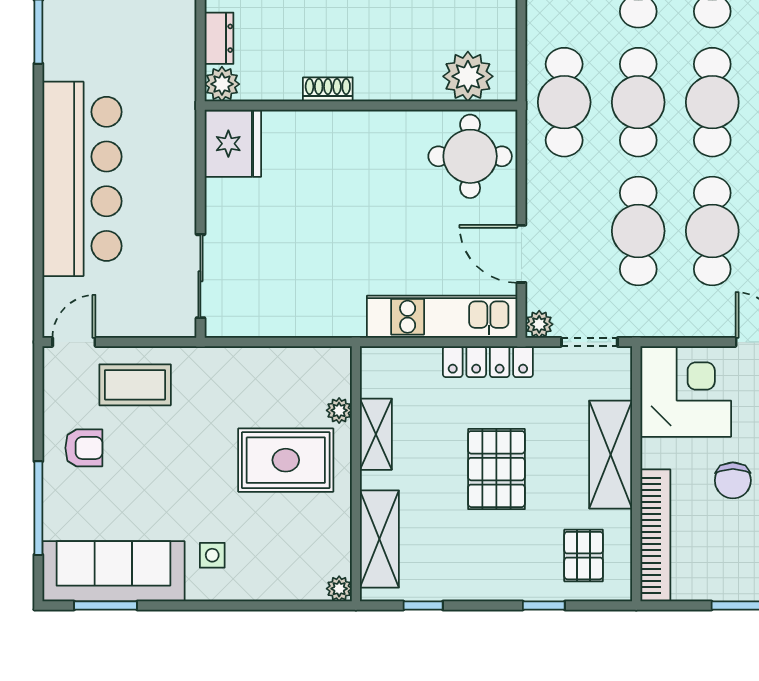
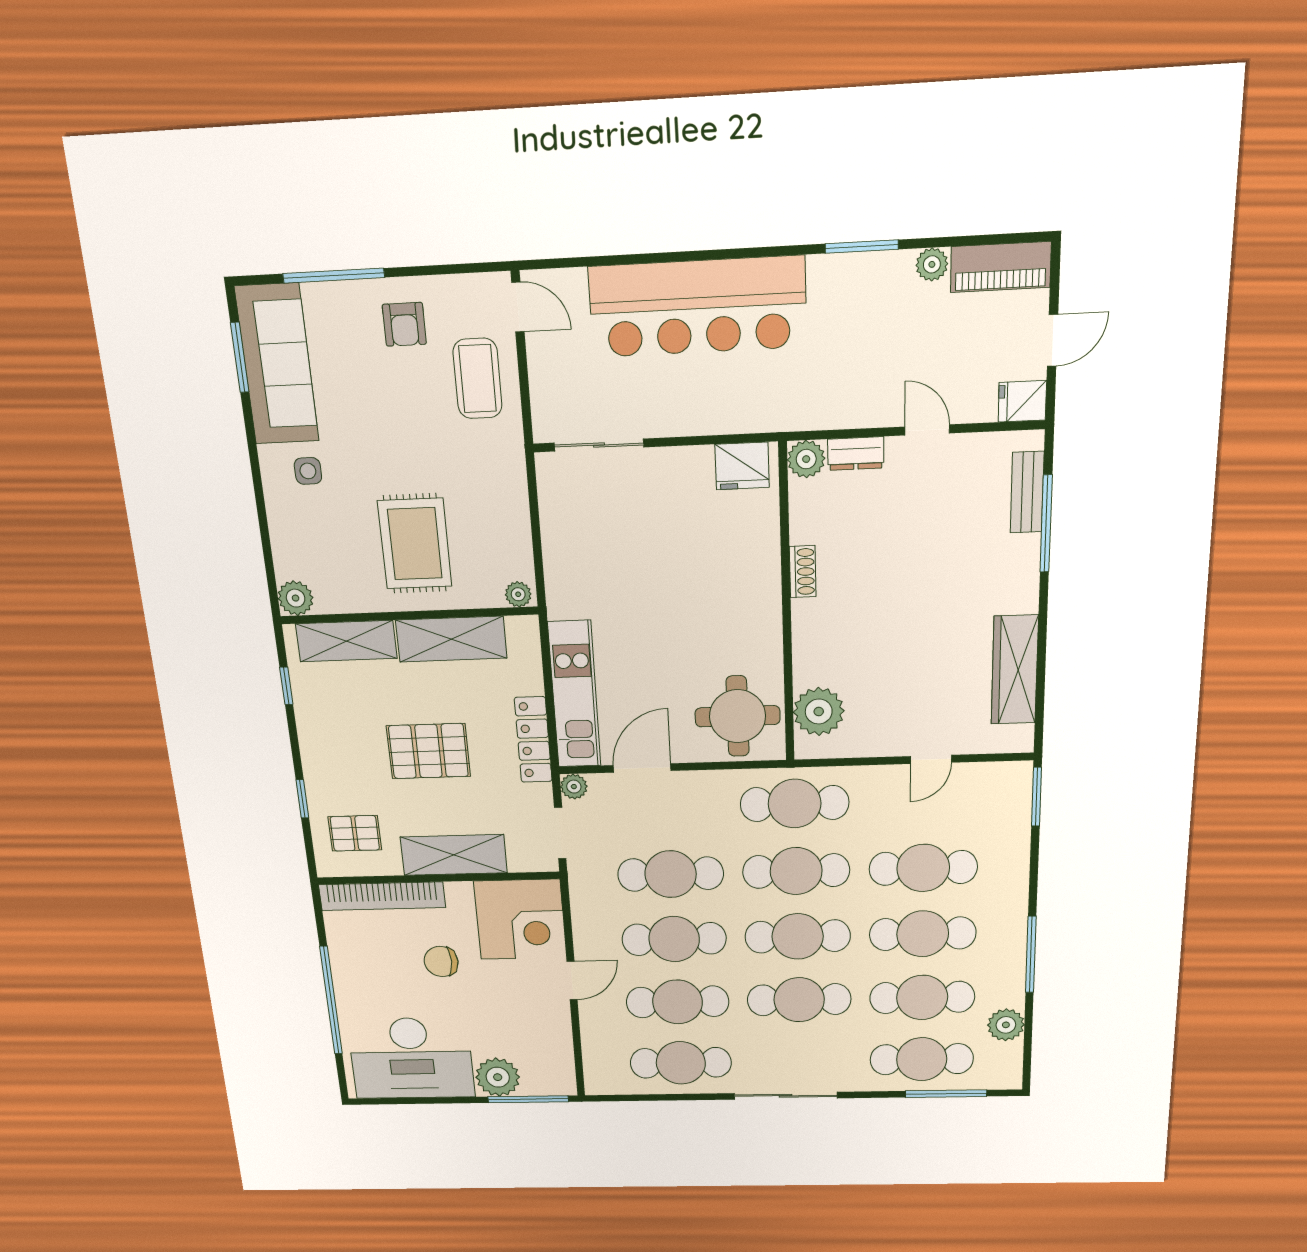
fridge: (233, 144) -> (742, 466), width x0.73, depth x0.75
plant: (339, 410) -> (518, 594), moved
shelving: (376, 434) -> (451, 639), width x1.50, depth x1.33
plant: (339, 589) -> (296, 598), width x1.38, depth x1.38

